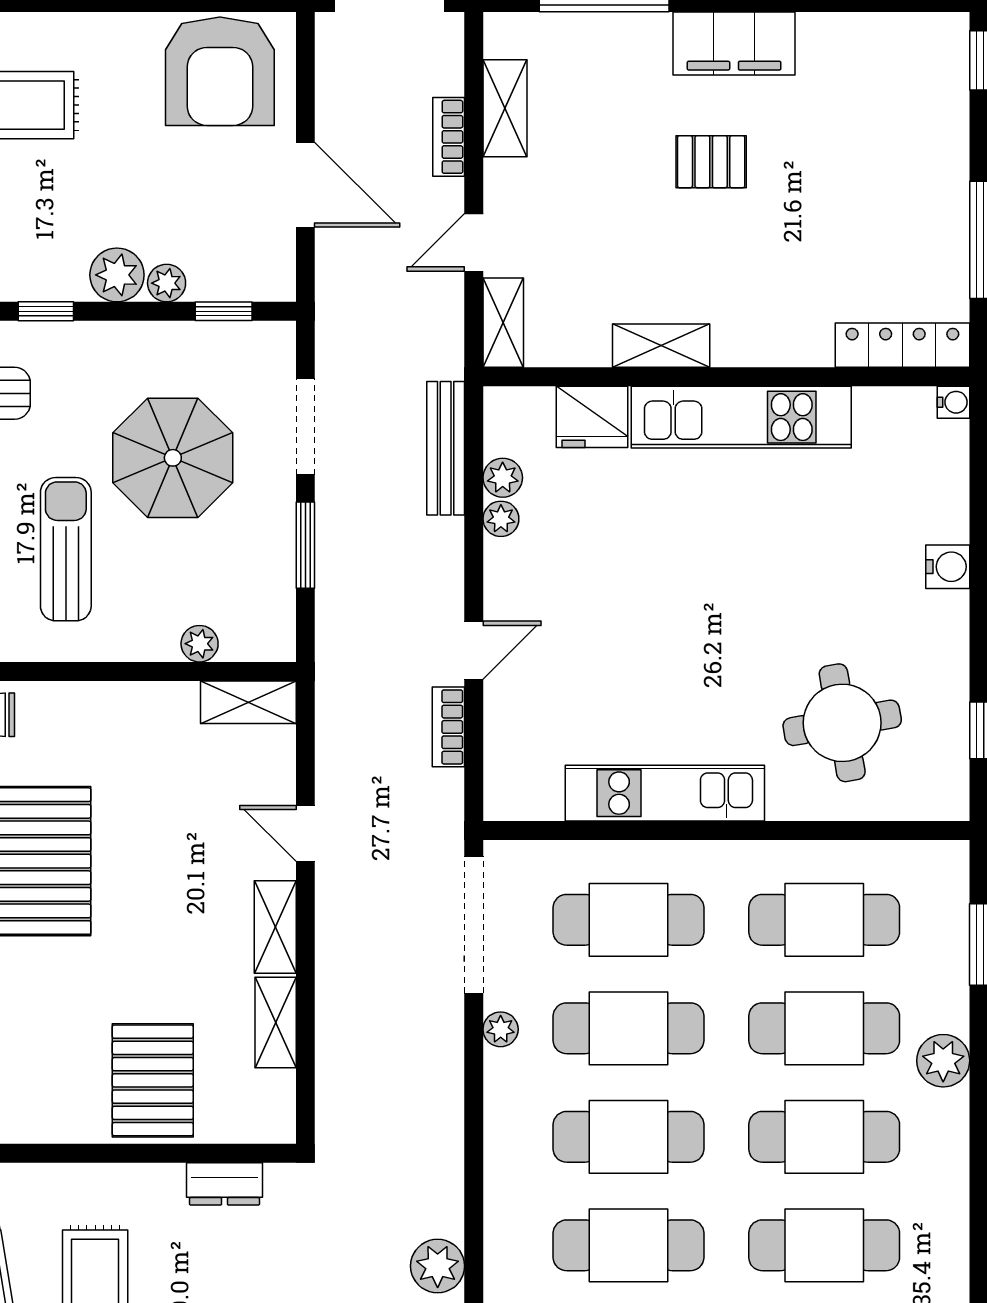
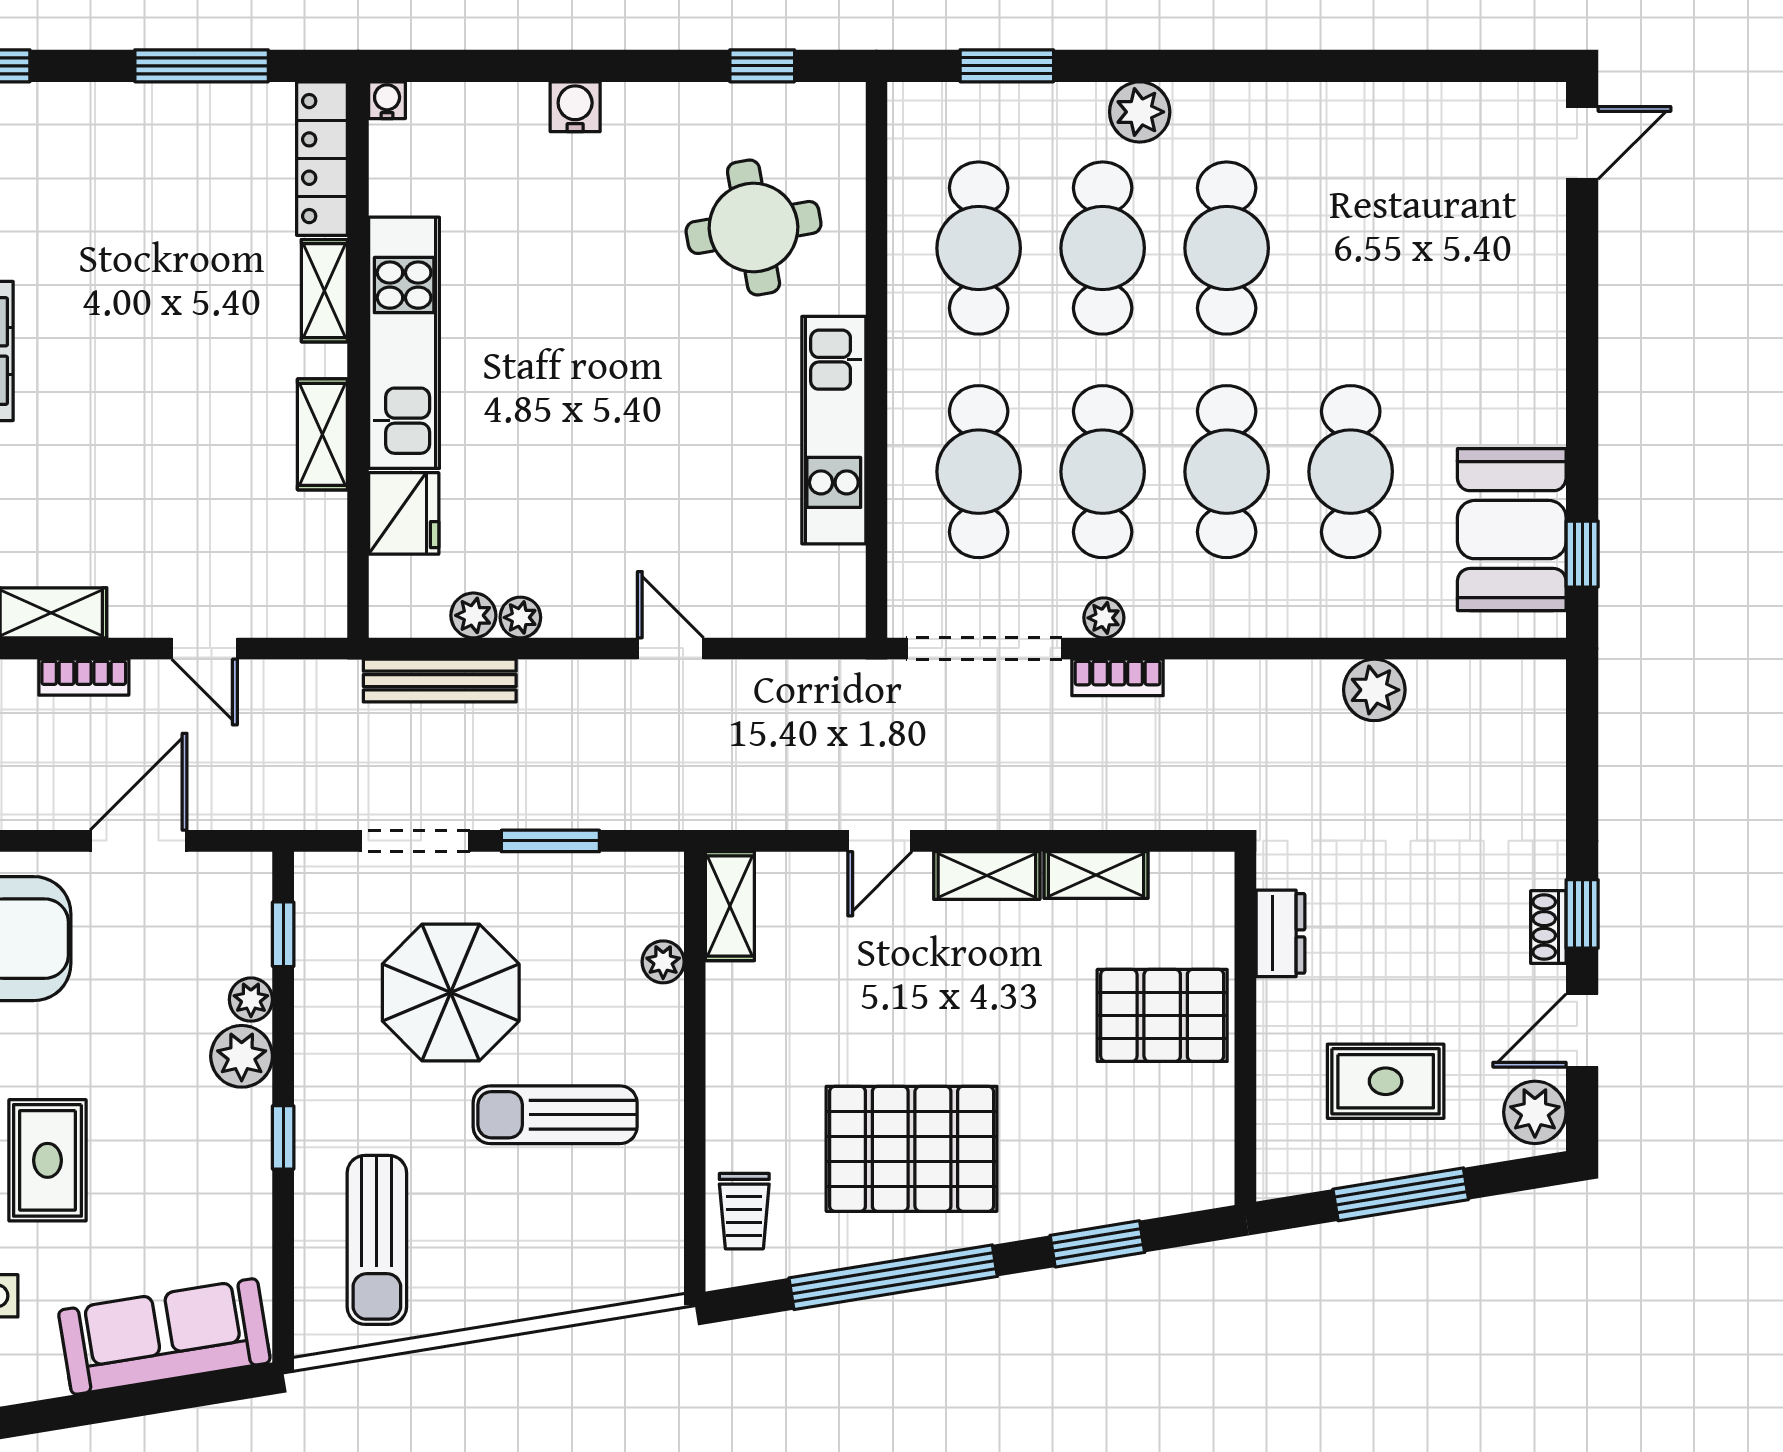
pallet: (711, 162) -> (112, 377), removed
shelving: (503, 323) -> (324, 291), moved, turned 90
bookcase: (448, 727) -> (1118, 677), moved
cafe table: (824, 1245) -> (1351, 248), removed

